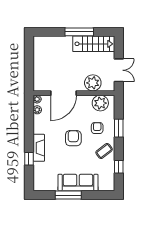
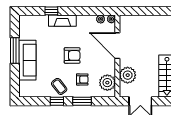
window: (119, 167) -> (57, 101), moved

